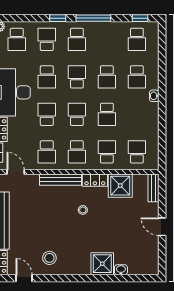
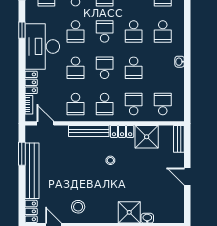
washbasin: (154, 96) -> (180, 62), moved
school desk: (47, 114) -> (75, 68), turned 180

